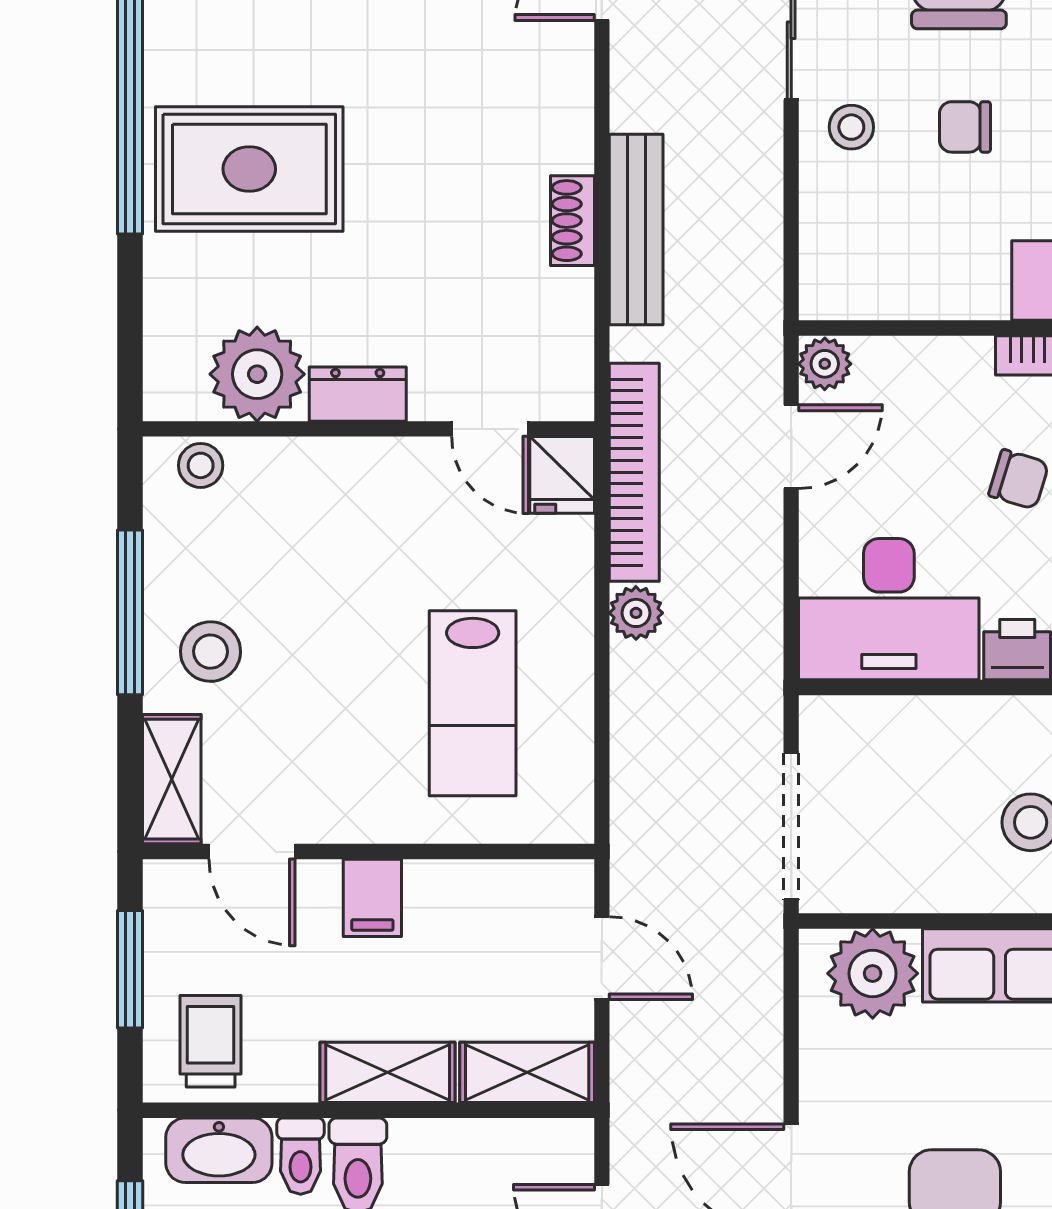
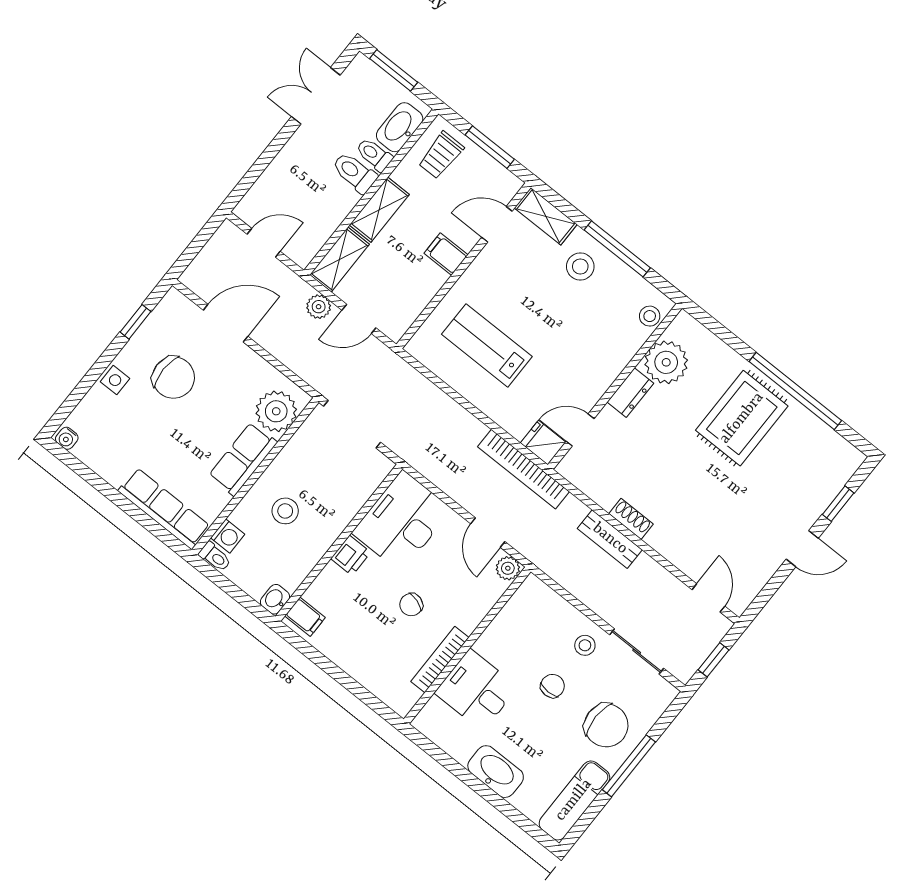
bench: (636, 229) -> (610, 539), width x0.73
plant: (636, 613) -> (319, 307), moved
trolley: (211, 1041) -> (441, 155), turned 90

